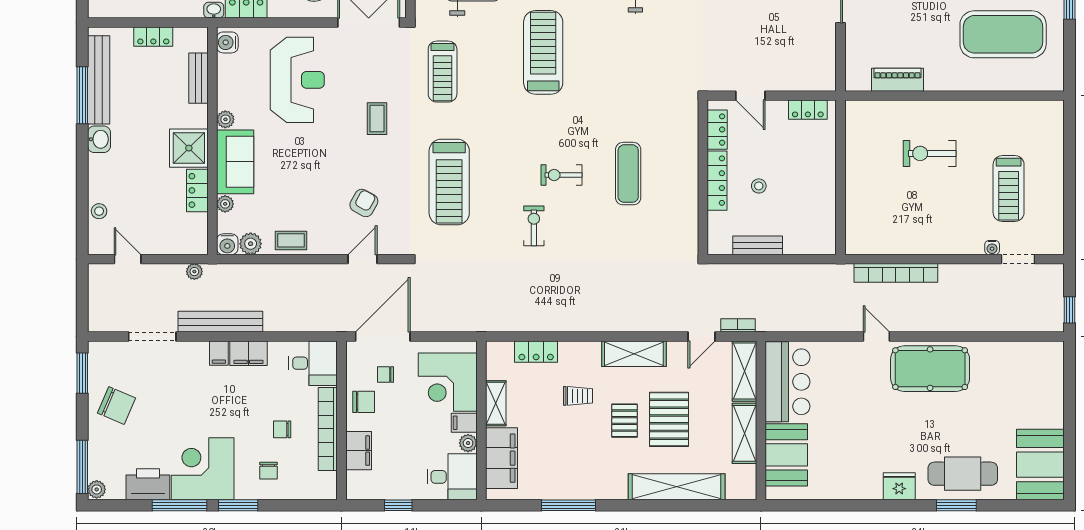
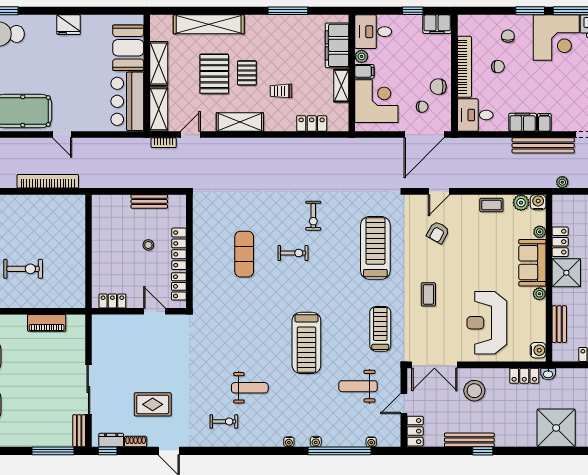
filing cabinet: (359, 451) -> (437, 24), moved, turned -90
fridge: (899, 486) -> (69, 25), moved

